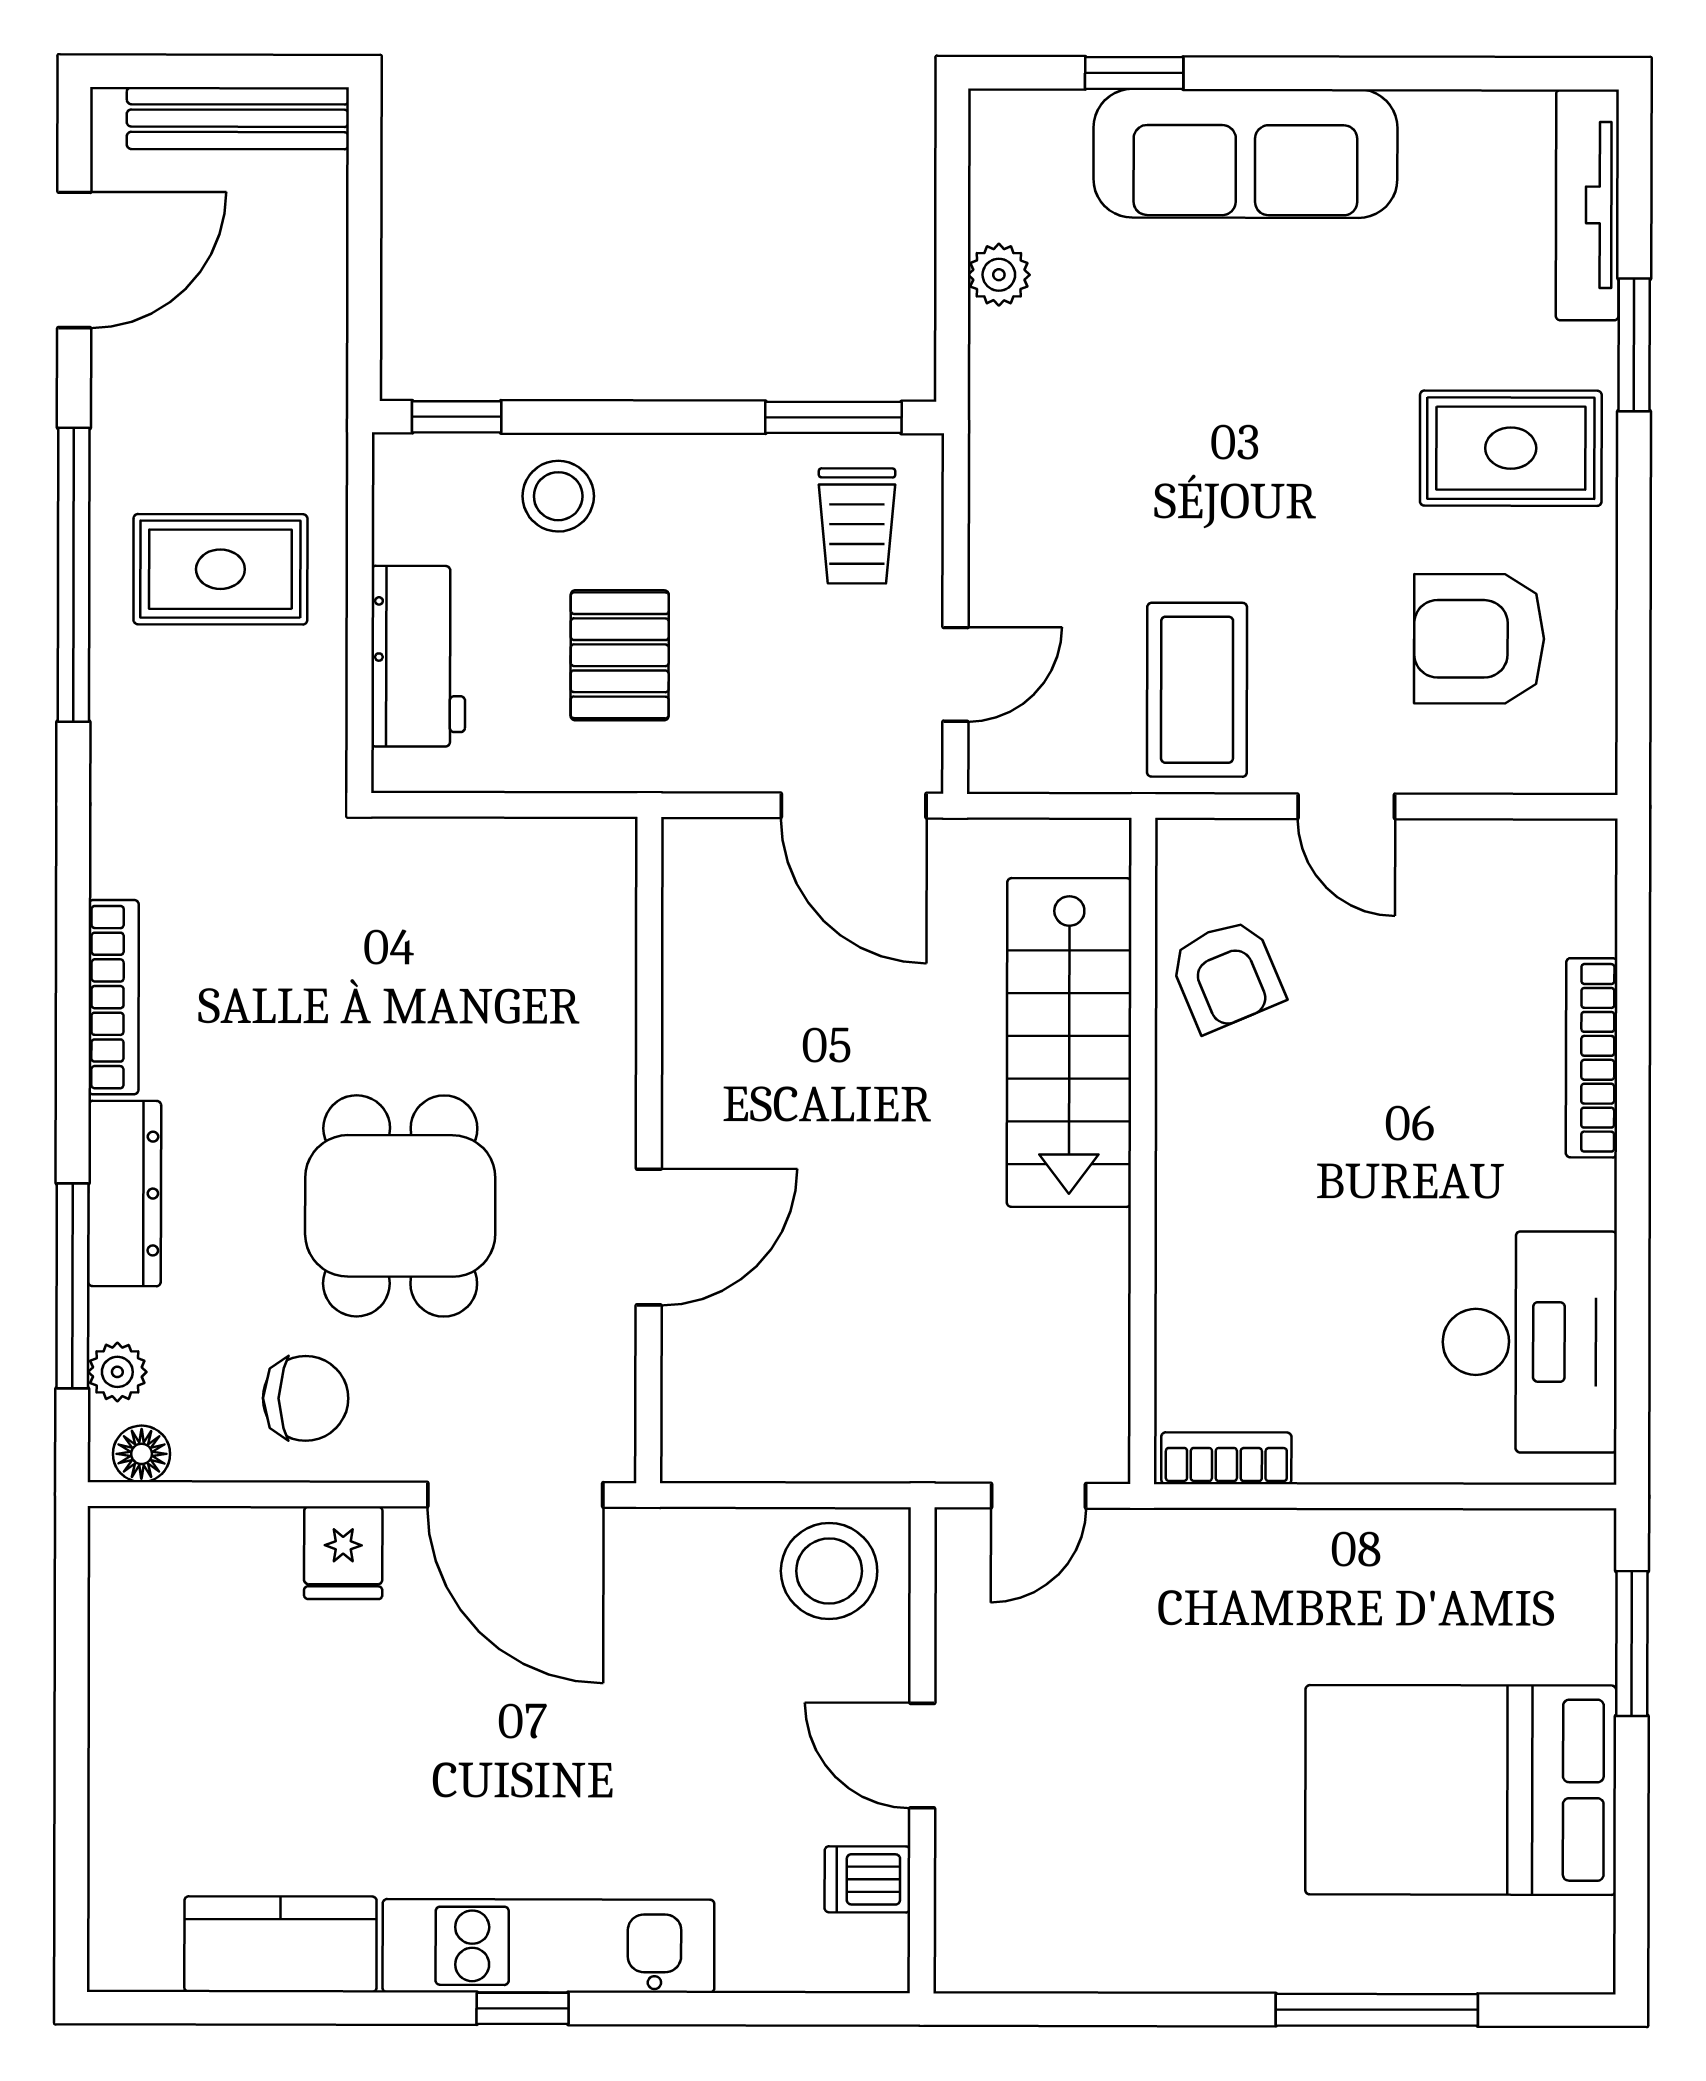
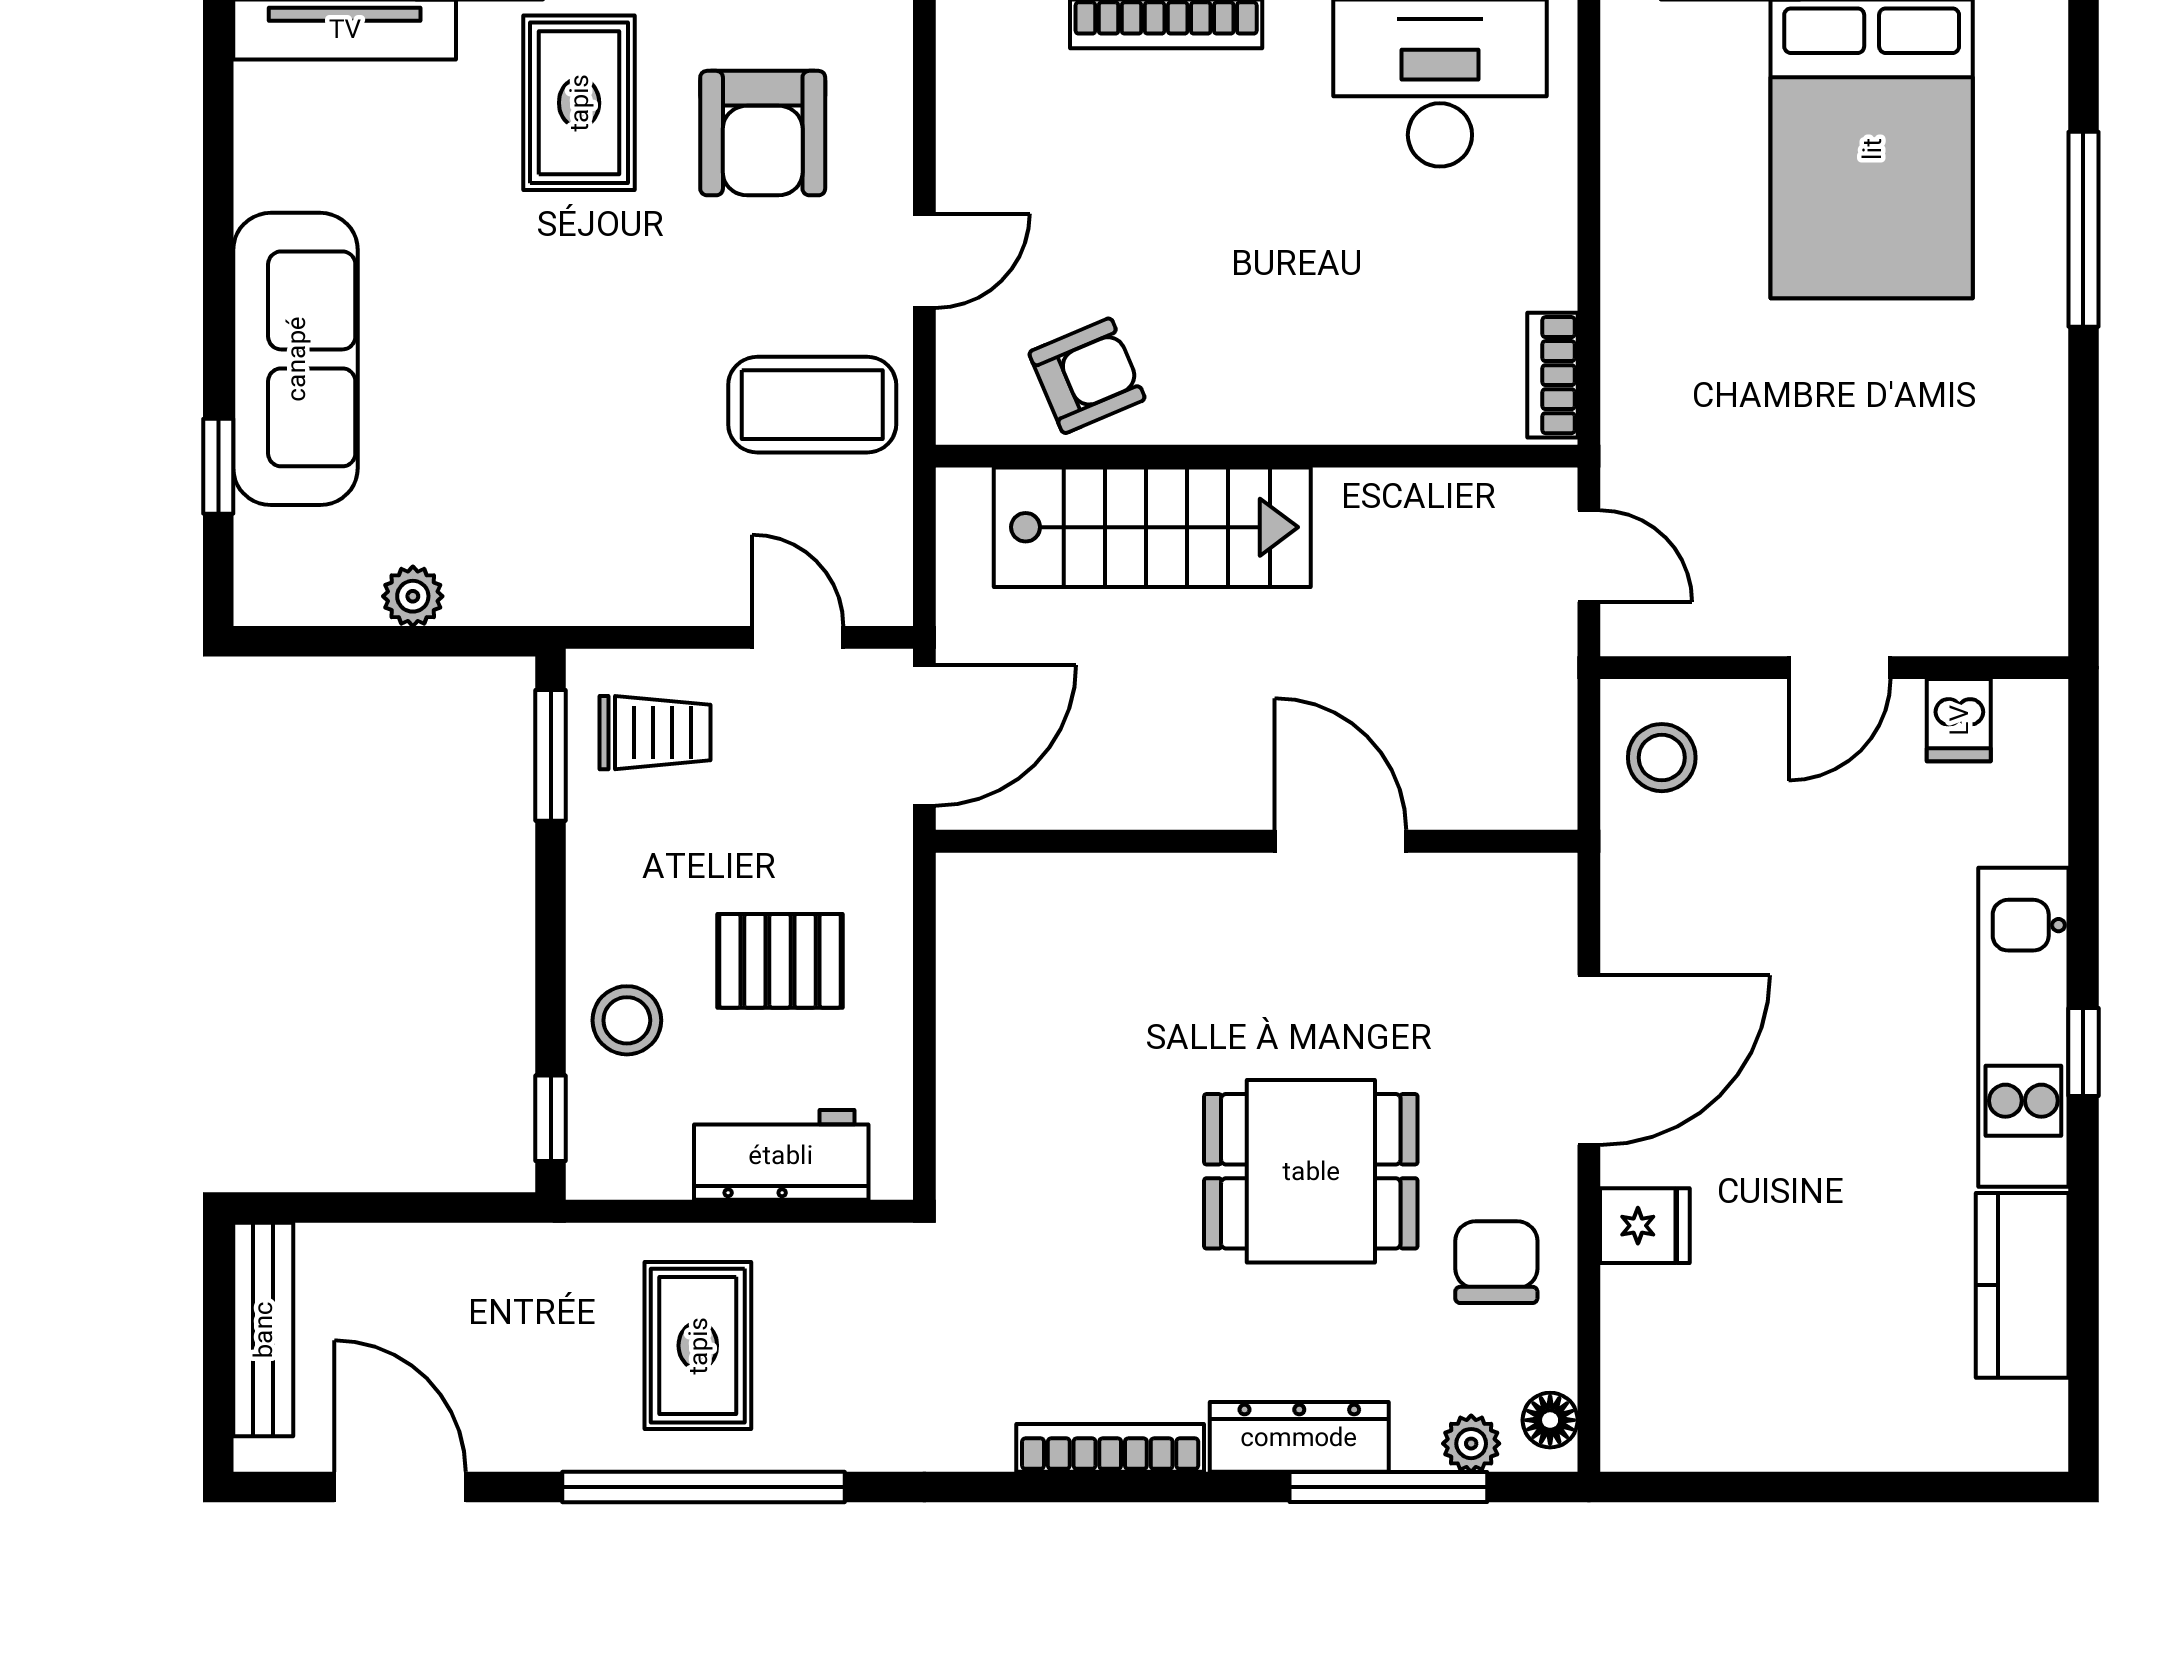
wall: (649, 1150) -> (1257, 841), moved
door: (649, 1237) -> (1340, 841), moved
stool: (829, 1571) -> (1662, 758), width x0.73, depth x0.73

